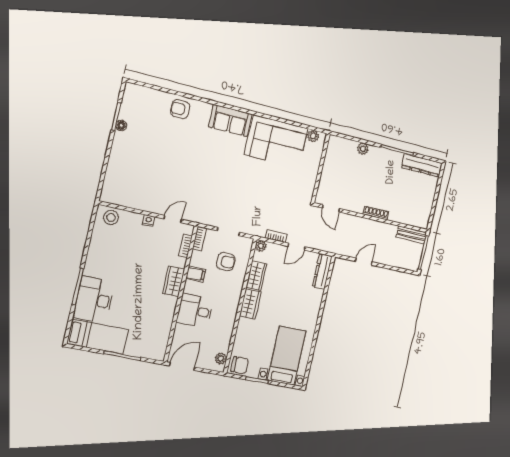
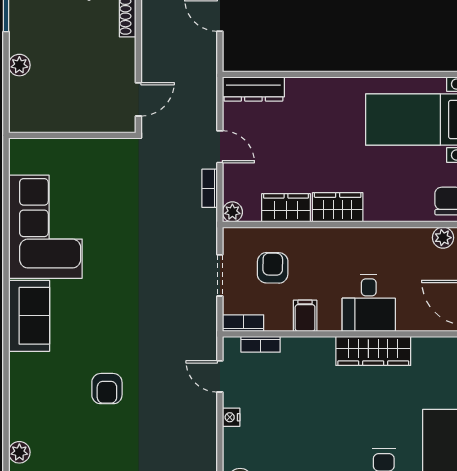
armchair: (180, 109) -> (107, 389), moved
plant: (313, 136) -> (19, 452), moved
wardrobe: (174, 281) -> (373, 351), moved, width x1.50

